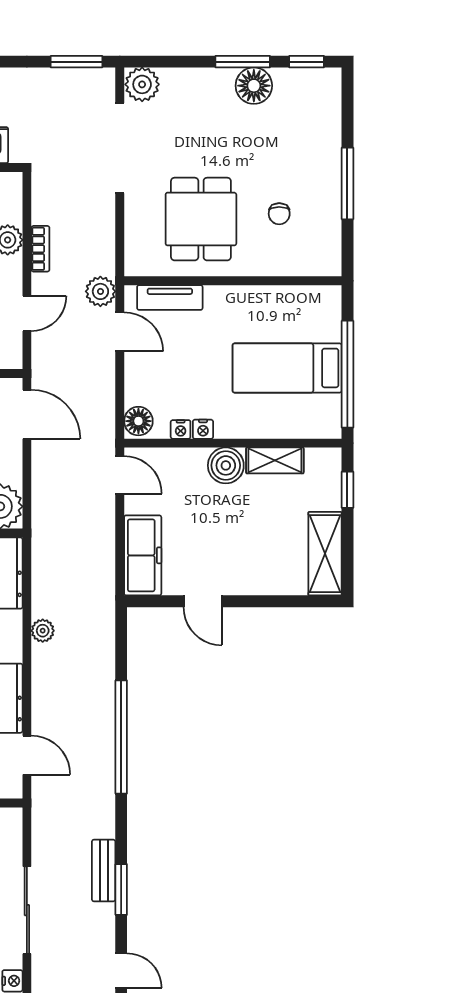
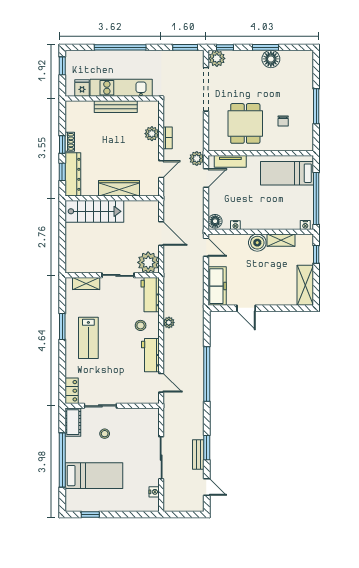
window: (307, 62) -> (225, 47), moved
door: (120, 332) -> (206, 178), hinge flipped
bed: (287, 368) -> (287, 173), moved
door: (27, 414) -> (161, 233), moved
nightstand: (203, 429) -> (305, 225), moved
bench: (104, 870) -> (198, 454), moved

